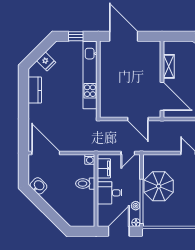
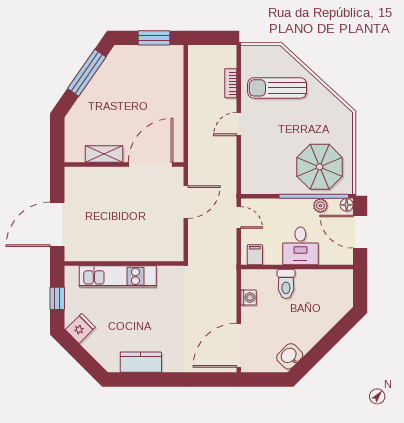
fridge: (46, 61) -> (80, 328), moved
kitchen unit: (90, 75) -> (118, 276), width x0.73
washing machine: (90, 159) -> (248, 298), moved
filing cabinet: (104, 168) -> (255, 255), width x0.50
parasol: (159, 186) -> (320, 167), moved

